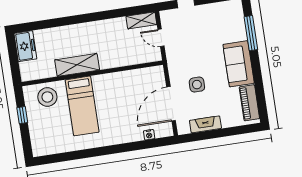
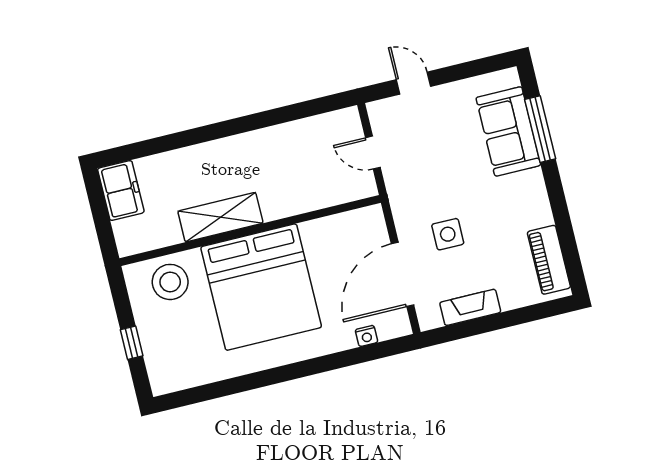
shelving: (141, 20) -> (333, 123), removed
sofa: (239, 64) -> (508, 131), moved
bed: (82, 106) -> (261, 287), width x2.04
window: (22, 115) -> (132, 343), moved

